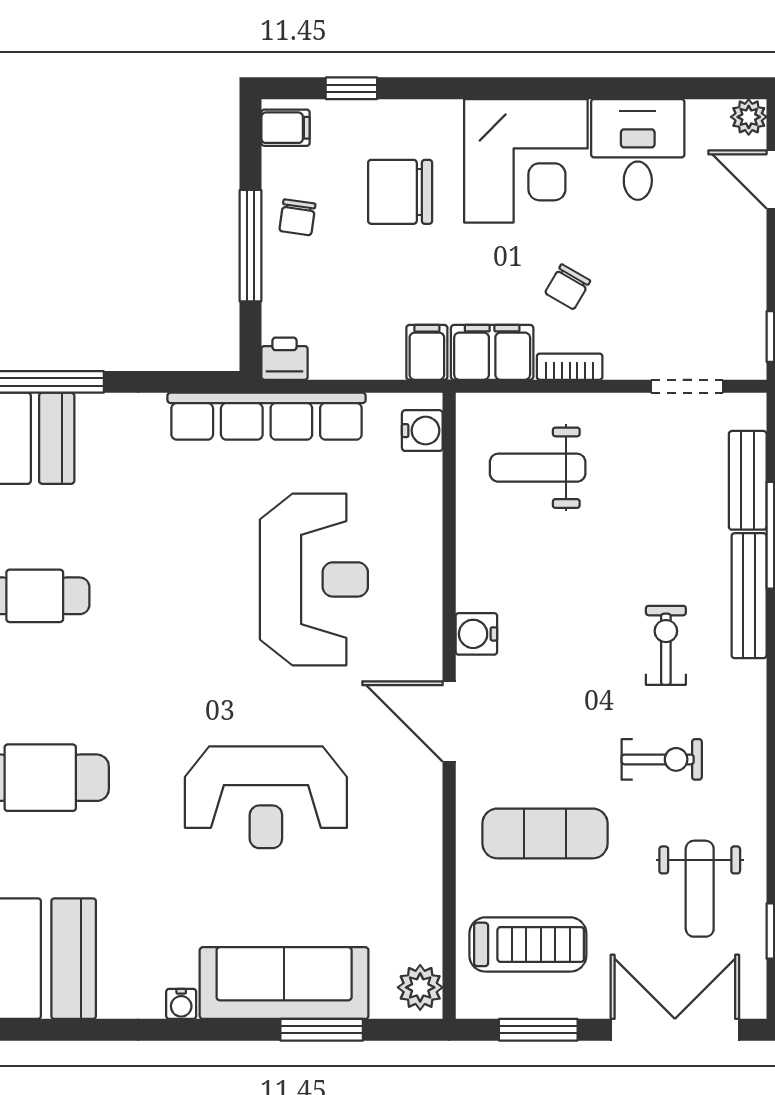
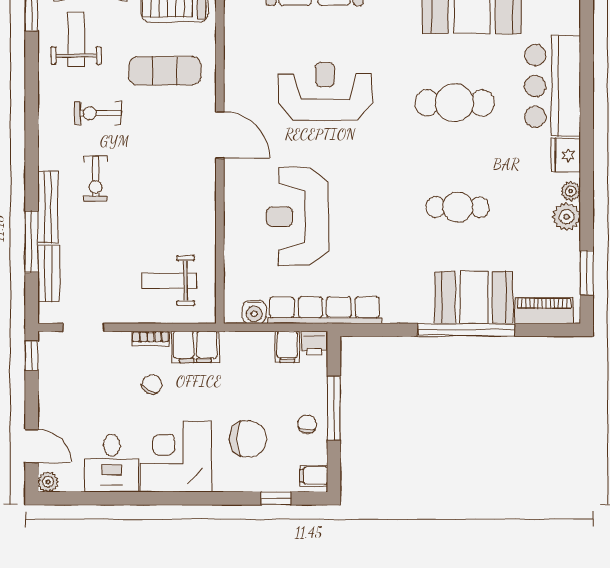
filing cabinet: (427, 352) -> (287, 347), moved
water cooler: (422, 431) -> (254, 312), moved, turned -90
weight bench: (538, 468) -> (169, 281), turned 180
water cooler: (476, 634) -> (204, 185), removed

